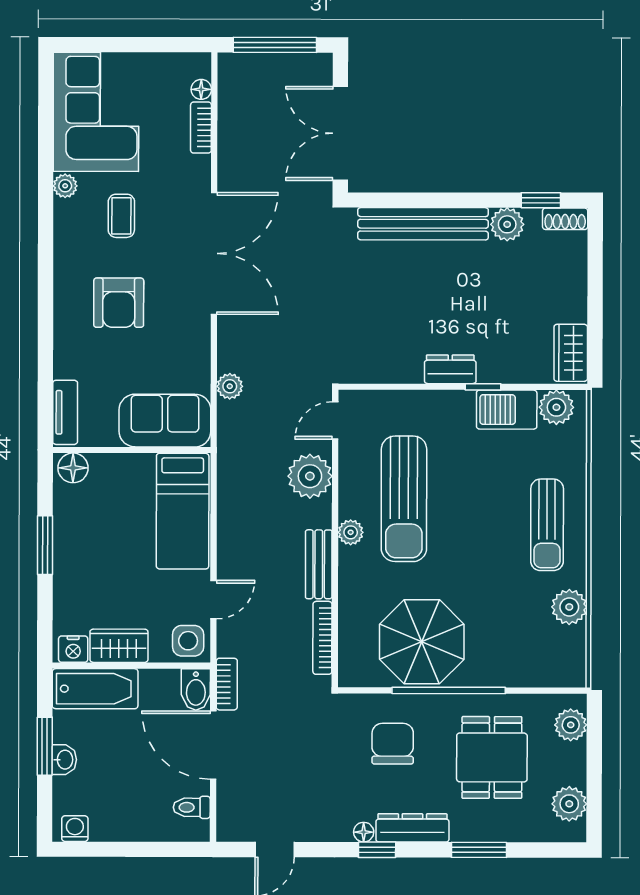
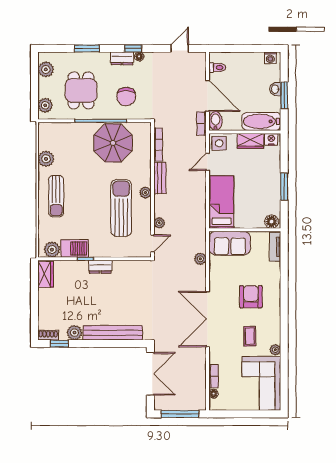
plant: (310, 476) -> (159, 223), width x0.53, depth x0.53
sun lounger: (547, 525) -> (56, 196), turned 180
dresser: (412, 828) -> (122, 58), width x0.70

